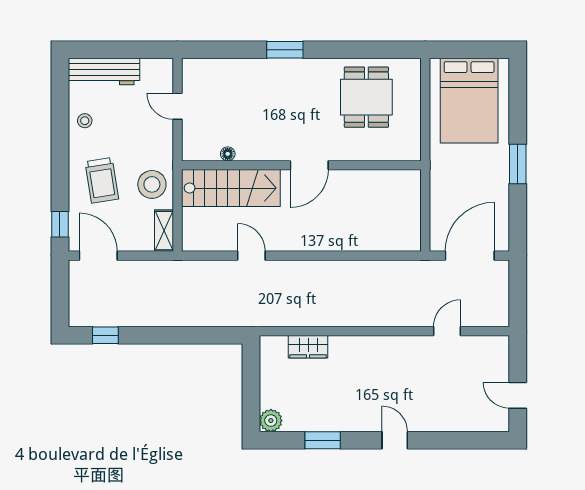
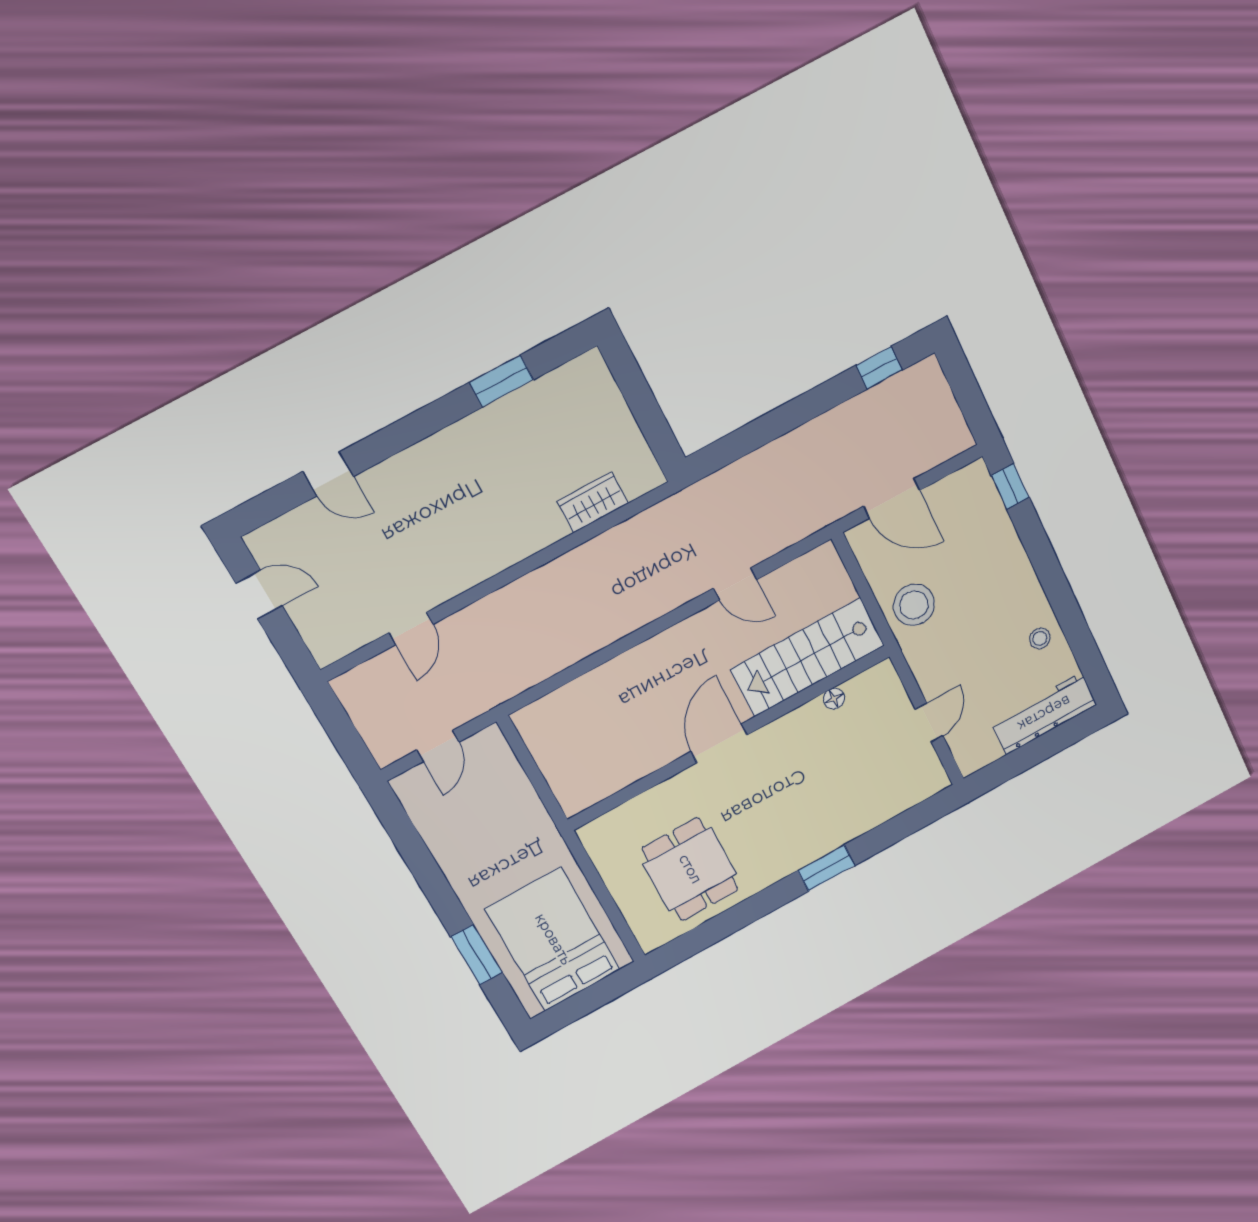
door: (178, 106) -> (929, 723), hinge flipped
window: (518, 164) -> (477, 955), moved
trolley: (102, 180) -> (982, 574), removed
shelving: (164, 231) -> (868, 553), removed
door: (98, 256) -> (892, 498), moved
door: (470, 256) -> (438, 746), width x0.53
plant: (271, 421) -> (590, 370), removed
door: (395, 440) -> (328, 474), moved

